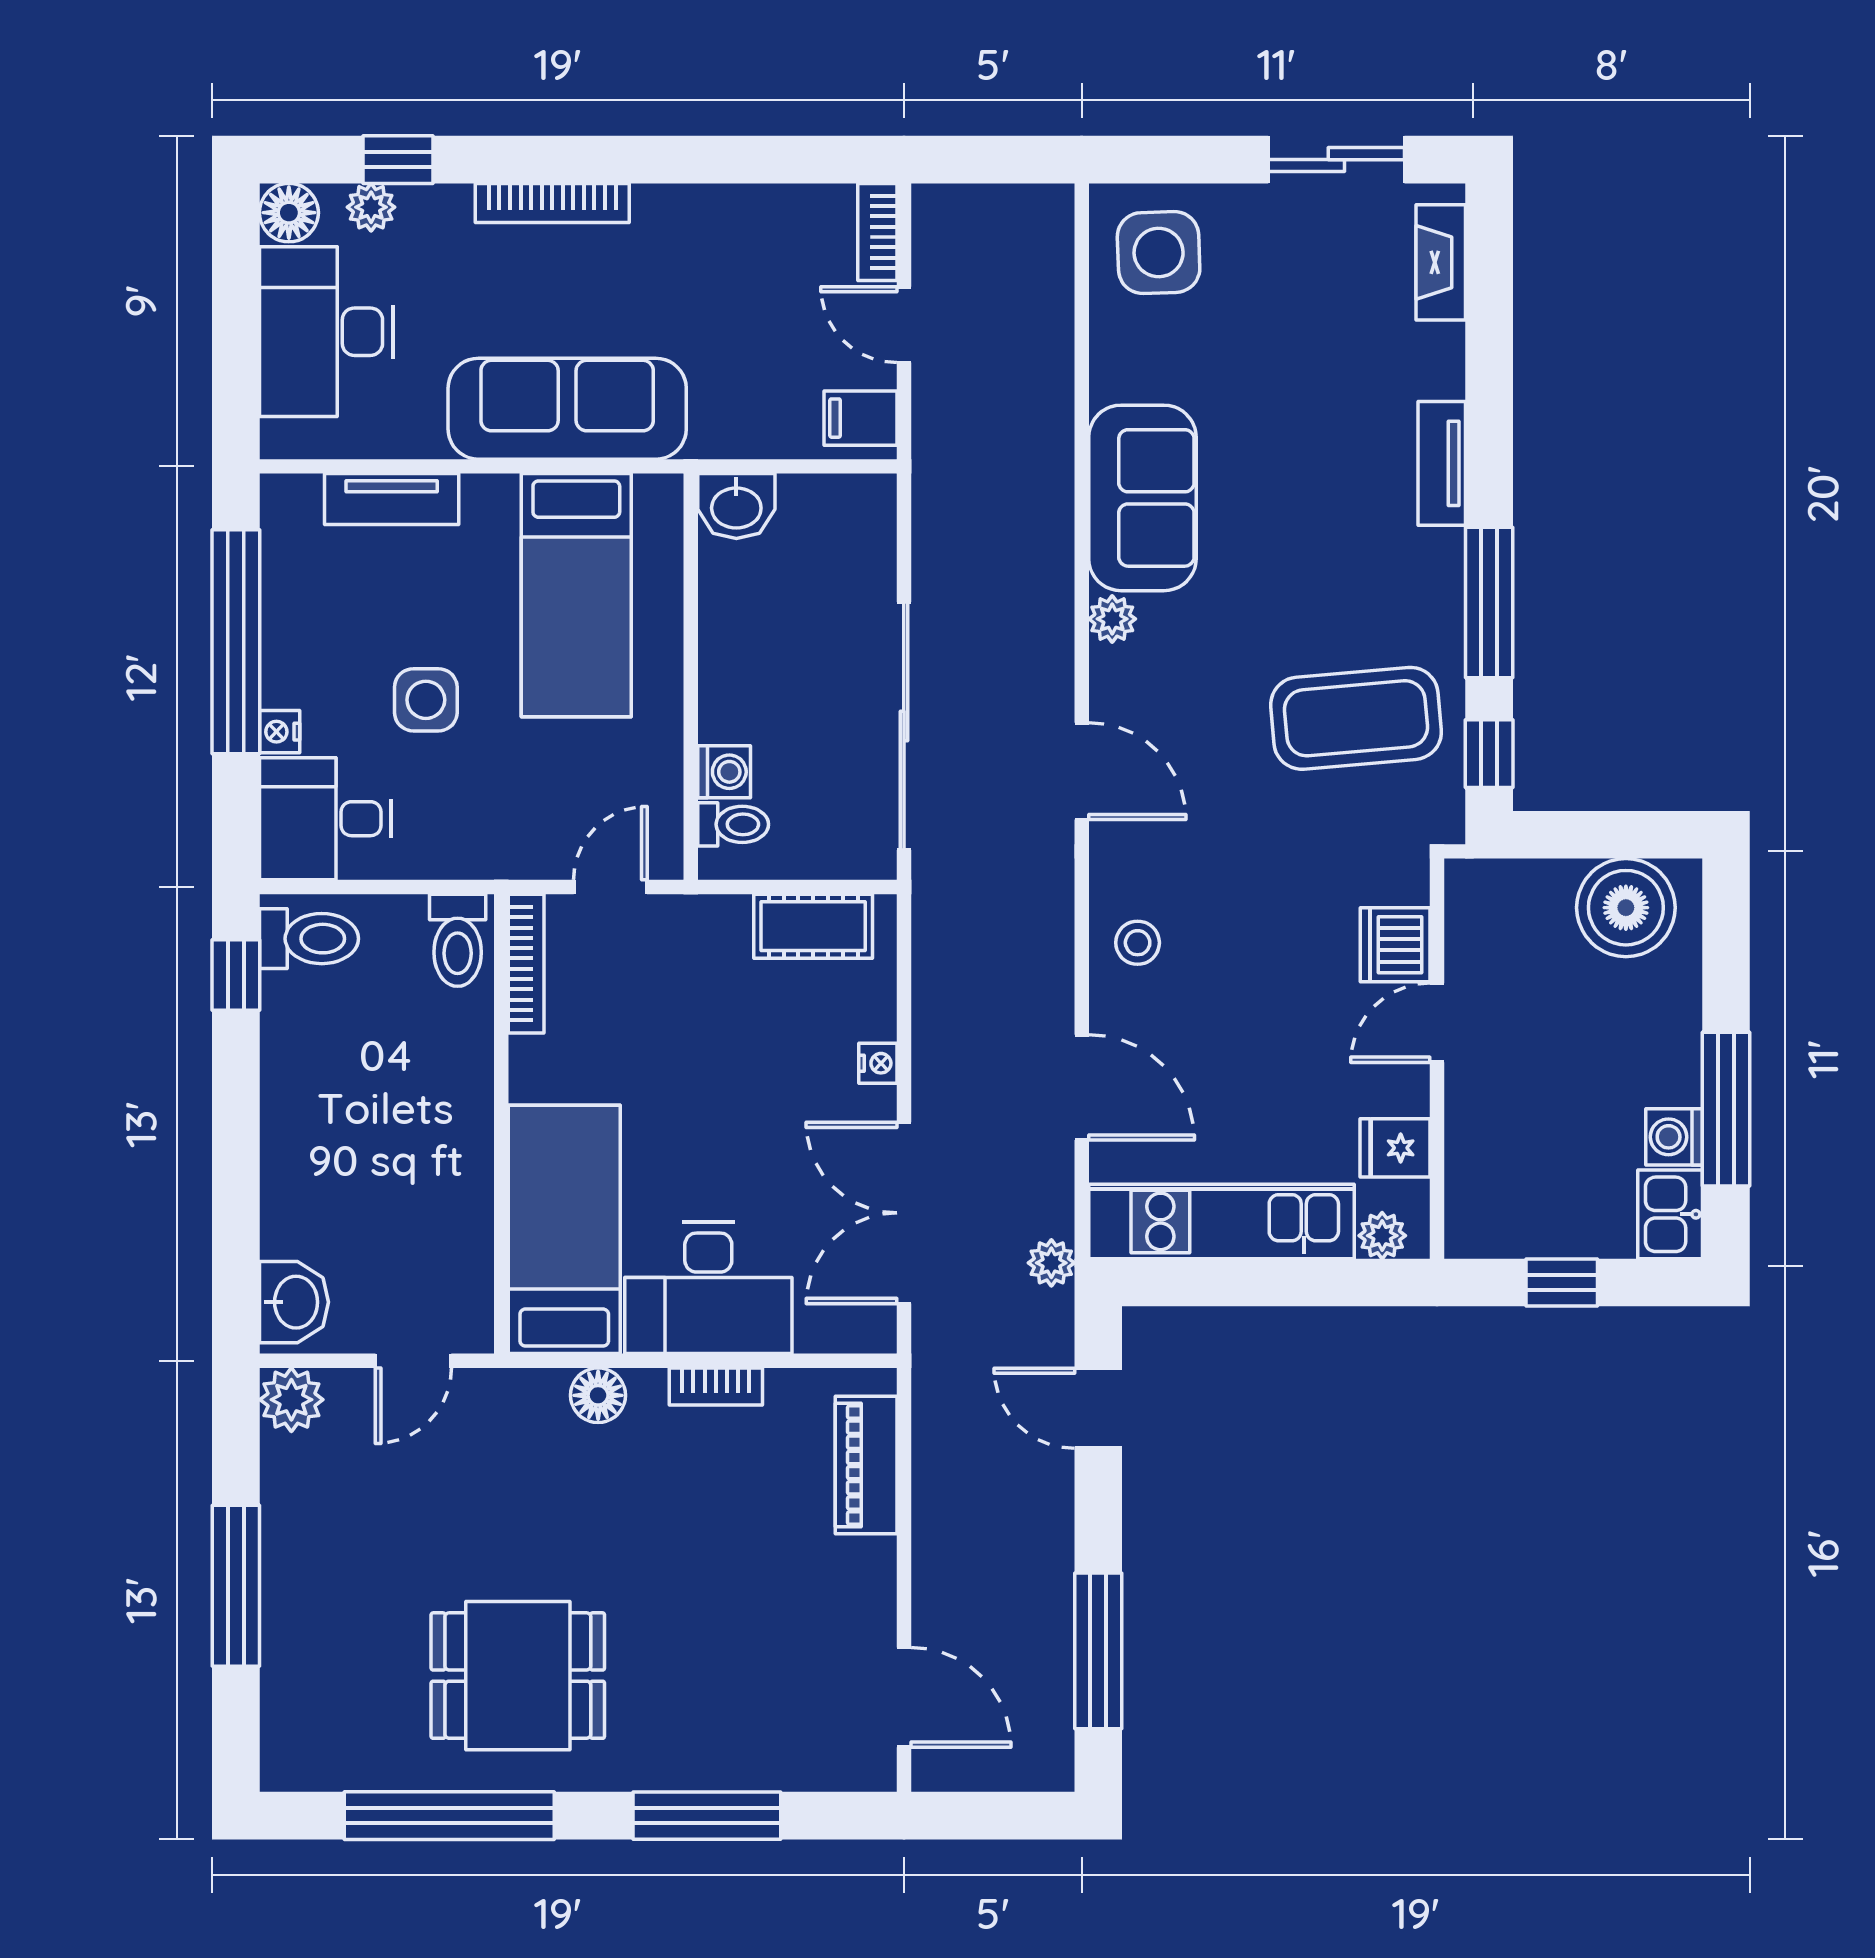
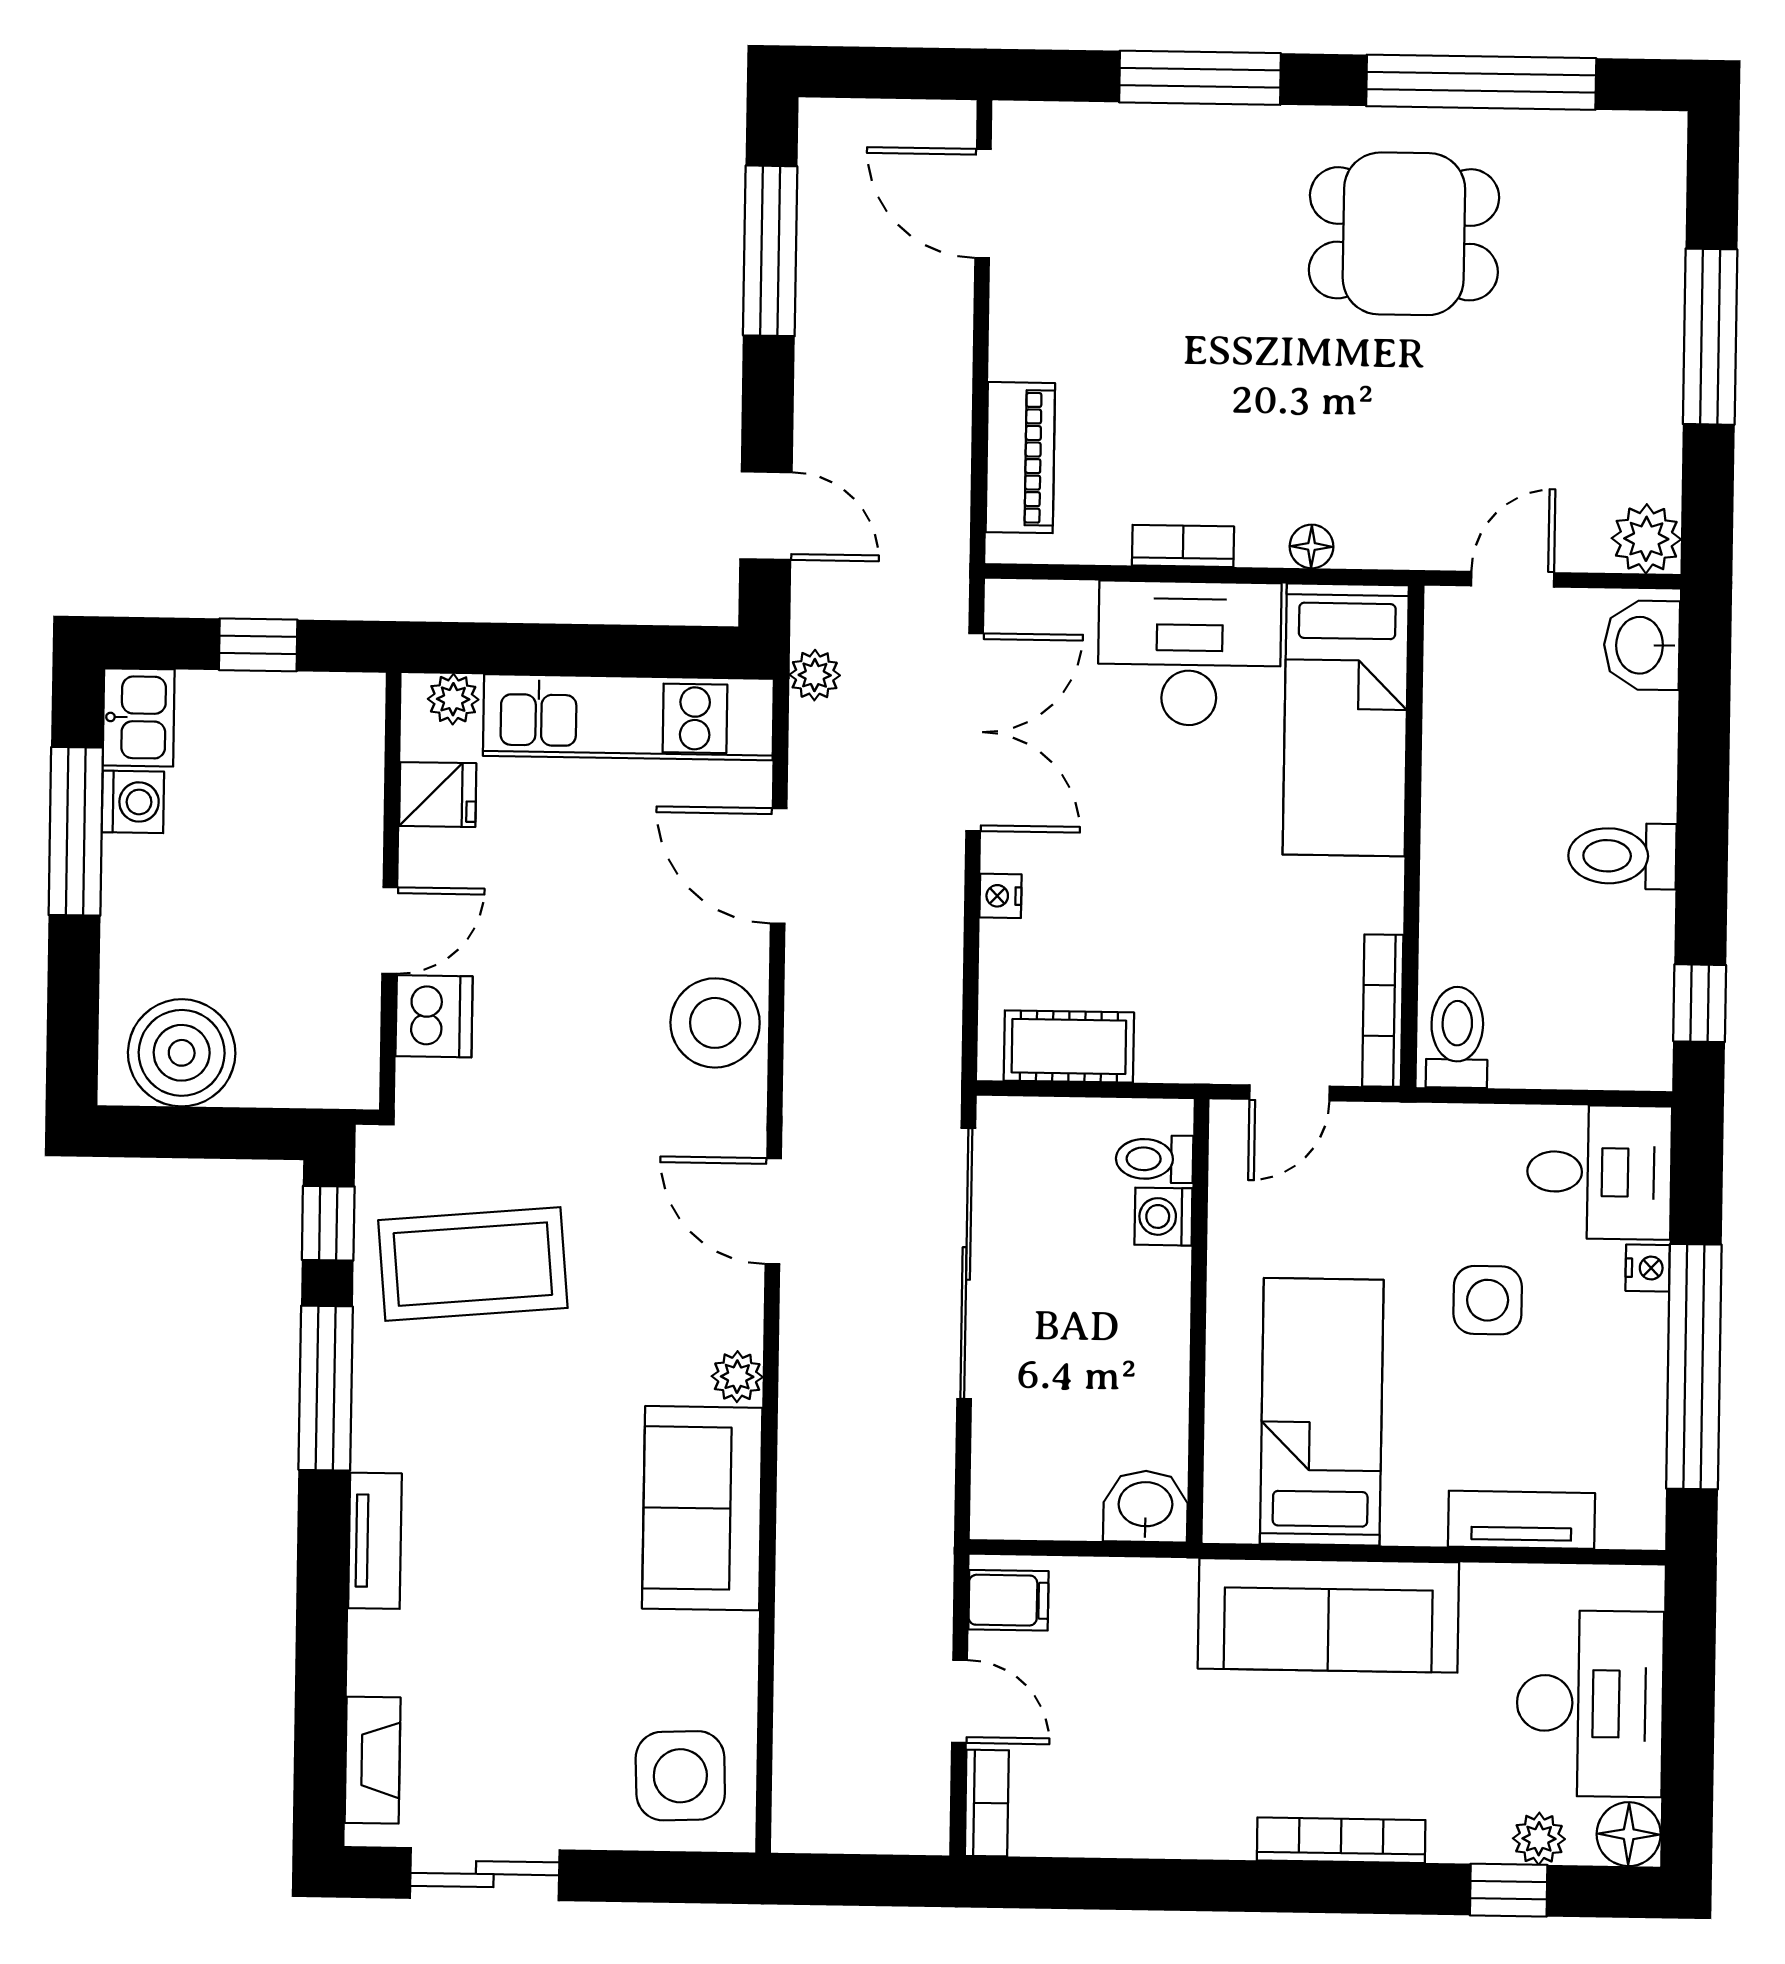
toilet: (309, 939) -> (1622, 856), moved
stool: (1138, 943) -> (715, 1023), width x1.89, depth x1.89
floor lamp: (598, 1395) -> (1312, 546), width x0.73, depth x0.73

